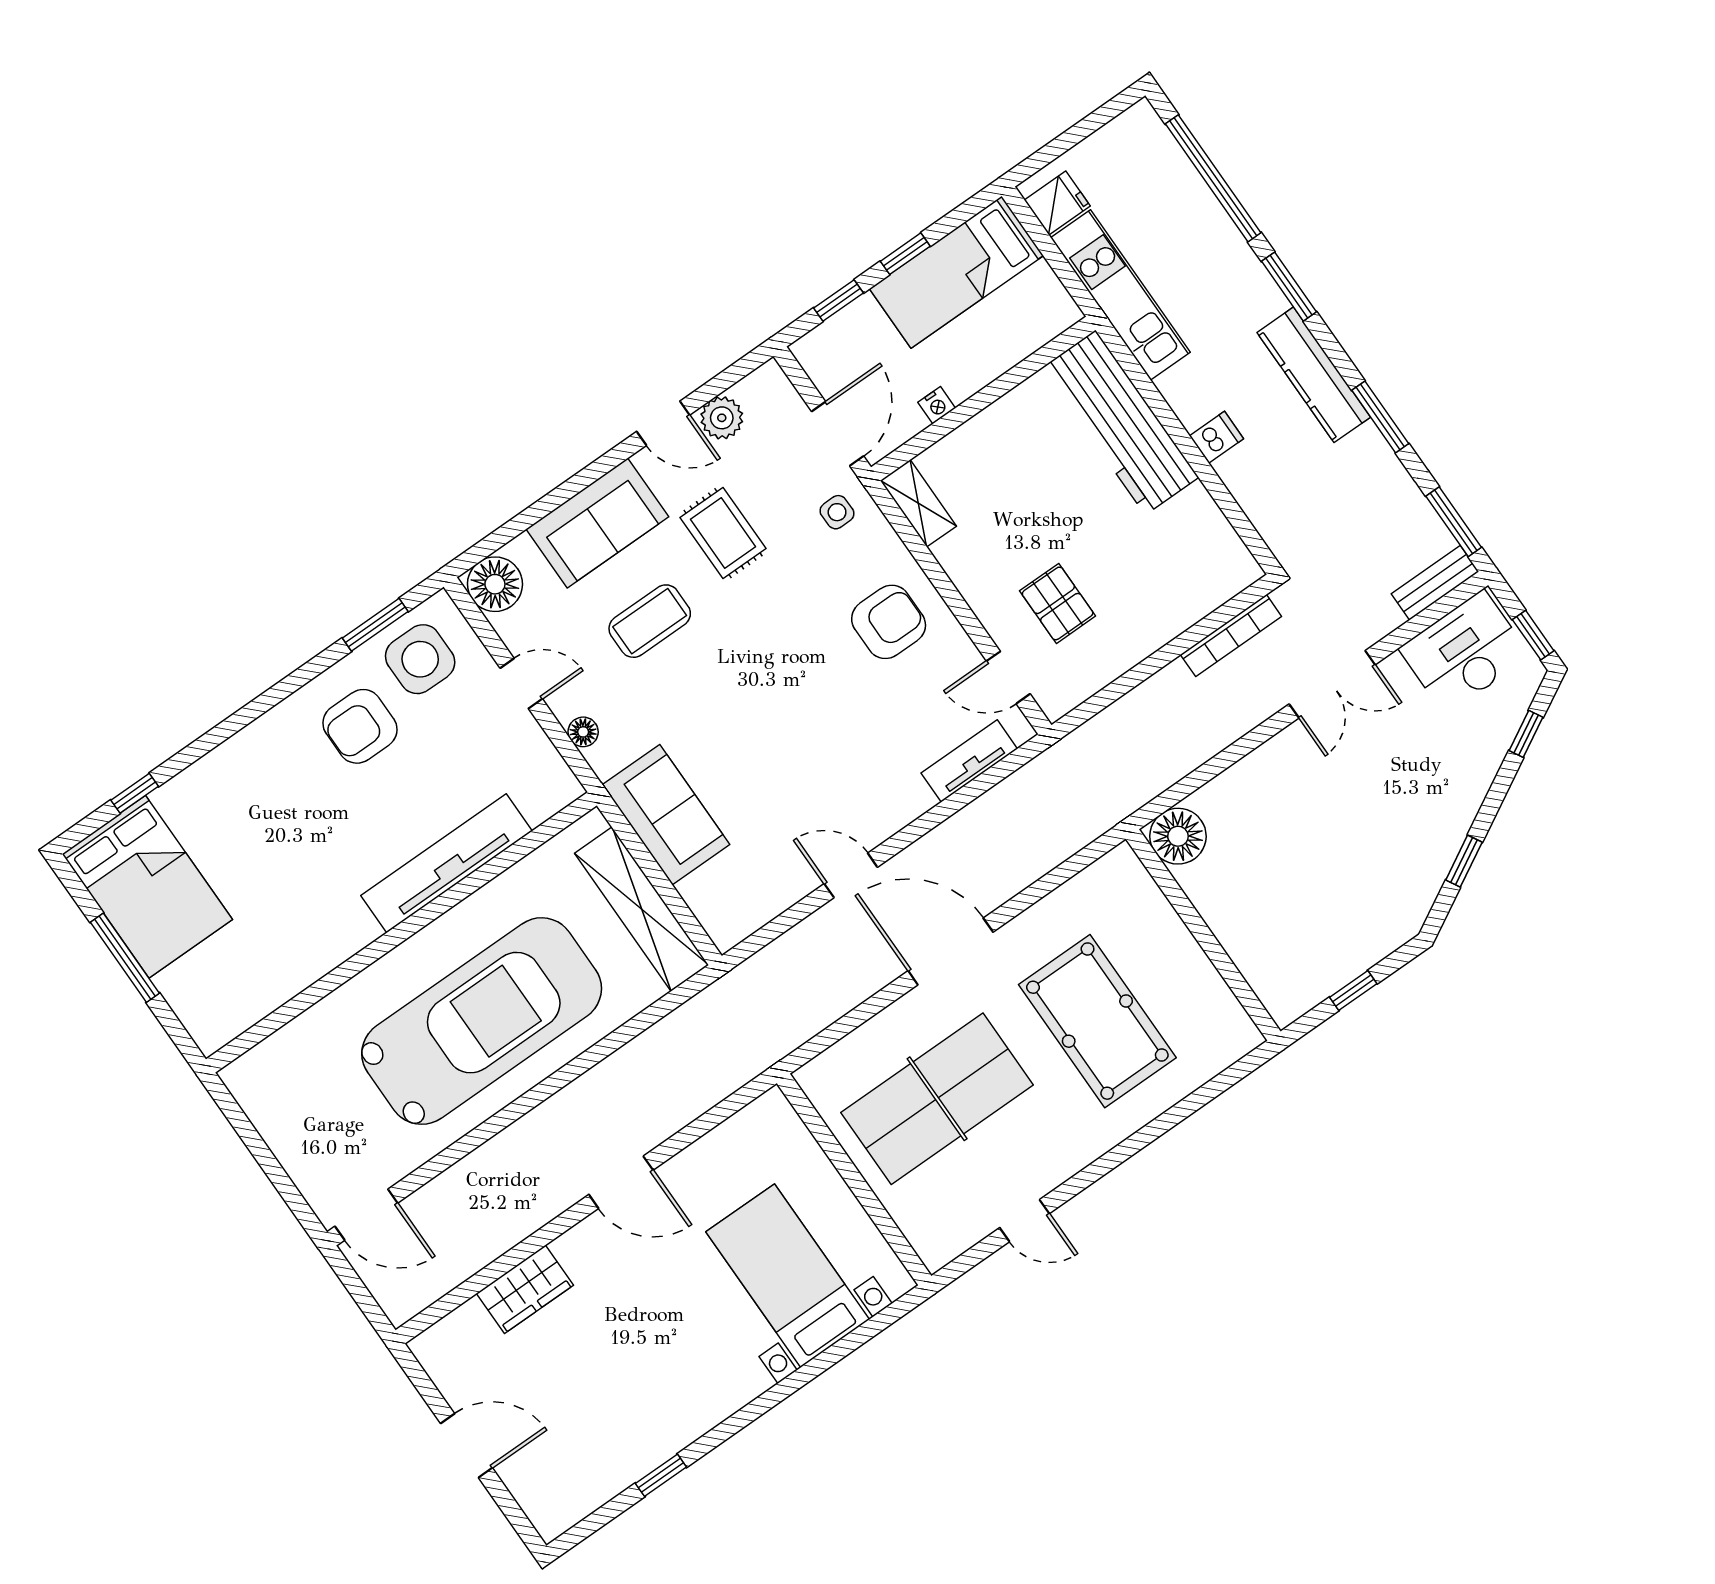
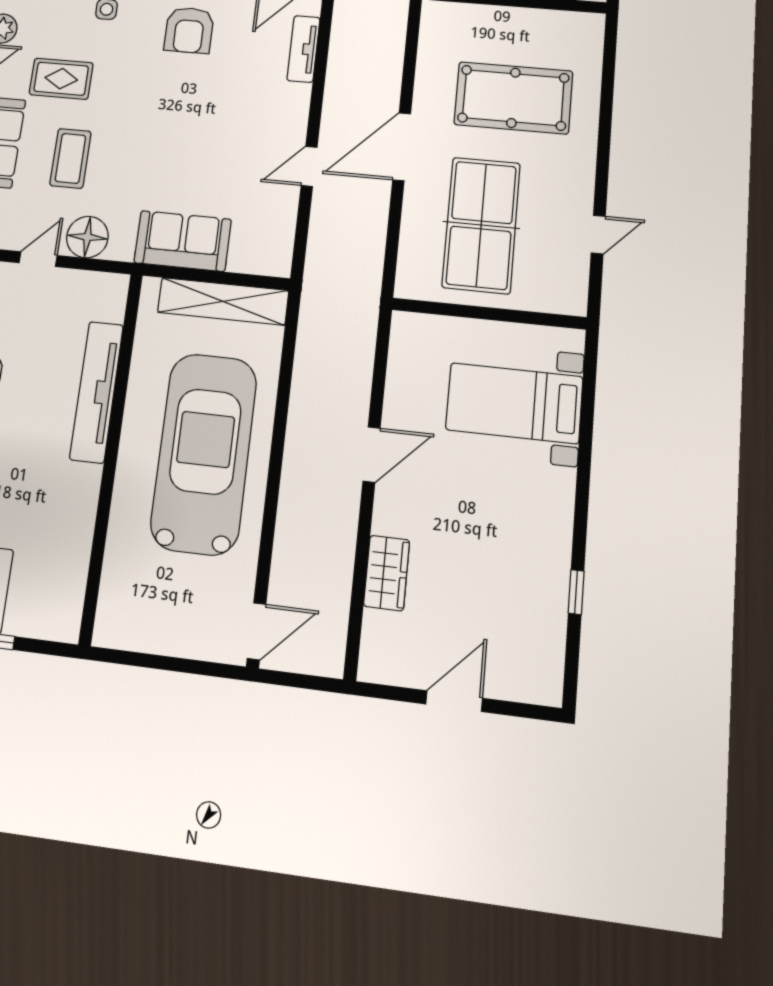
armchair: (889, 622) -> (189, 30), turned 180
floor lamp: (583, 732) -> (87, 237), width x1.89, depth x1.89

